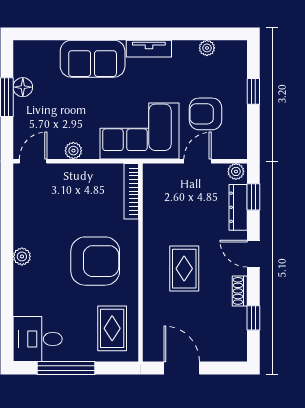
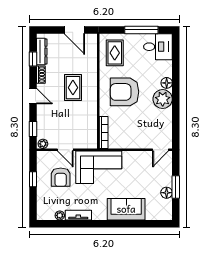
tv unit: (149, 49) -> (78, 215), moved
window: (253, 91) -> (33, 179), moved
armchair: (205, 114) -> (61, 177), turned 90
plant: (73, 151) -> (137, 156), removed
door: (198, 161) -> (65, 150), hinge flipped
dresser: (238, 207) -> (42, 52), moved
plant: (22, 256) -> (163, 99), width x1.87, depth x1.87
floor lamp: (23, 277) -> (167, 83), added

